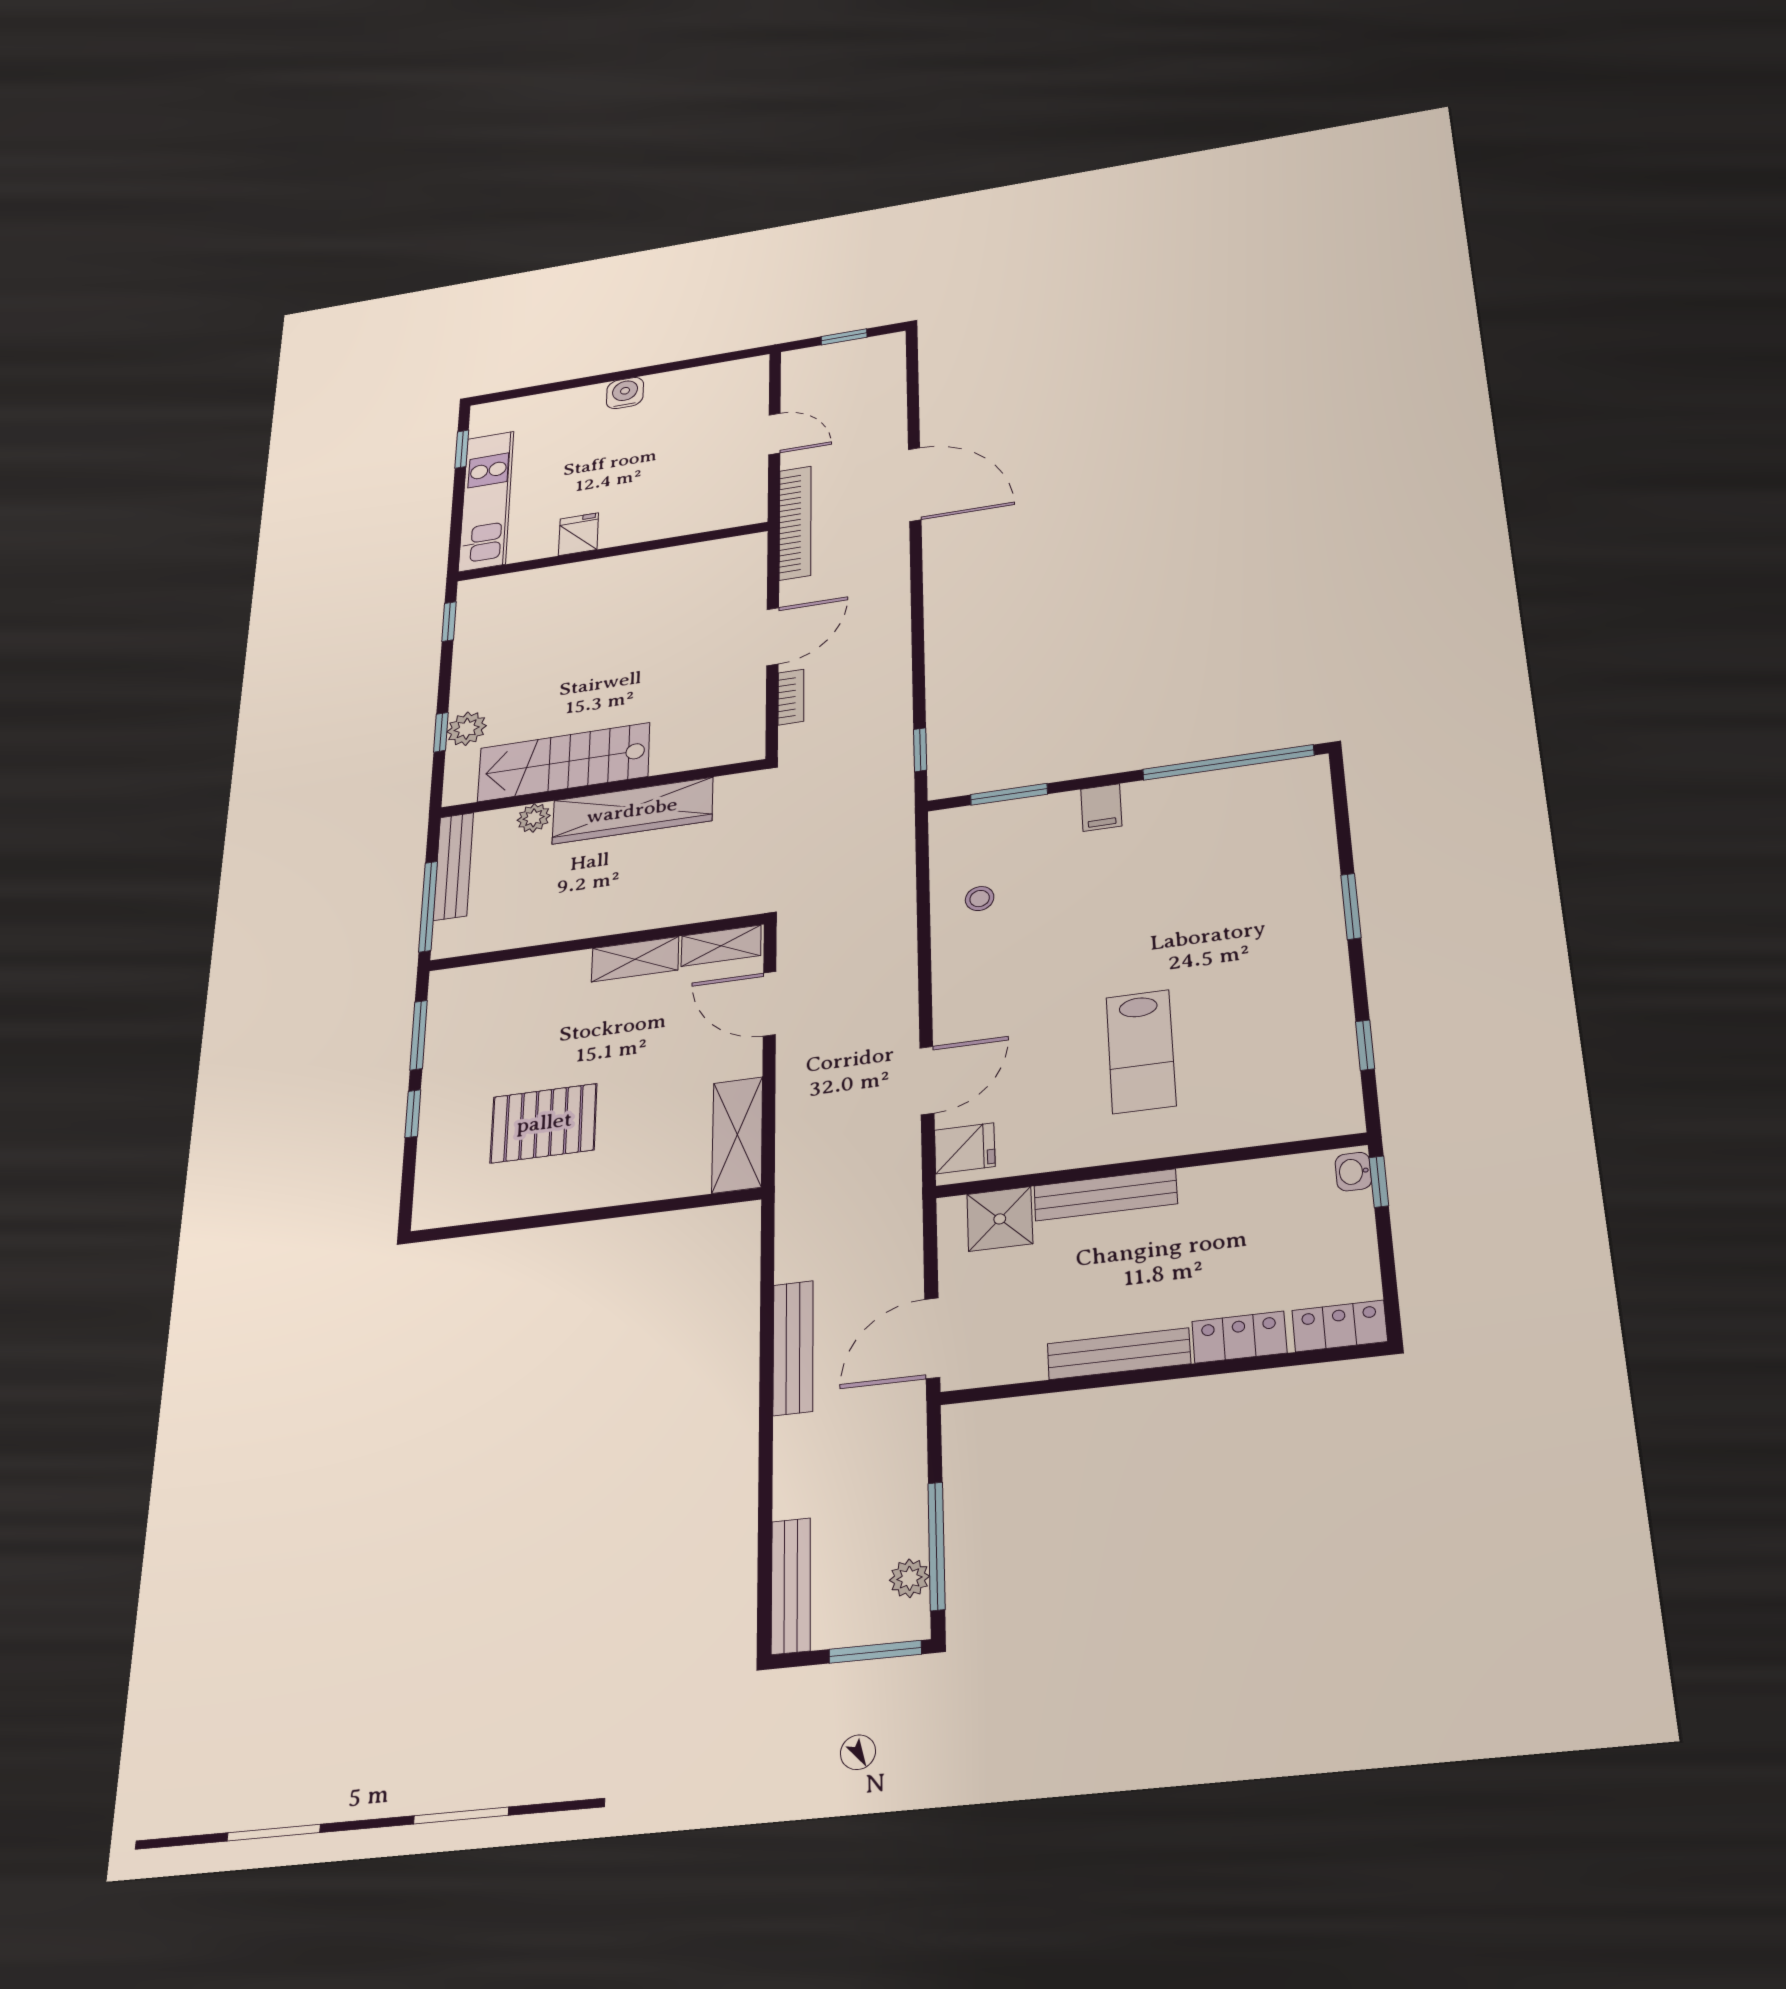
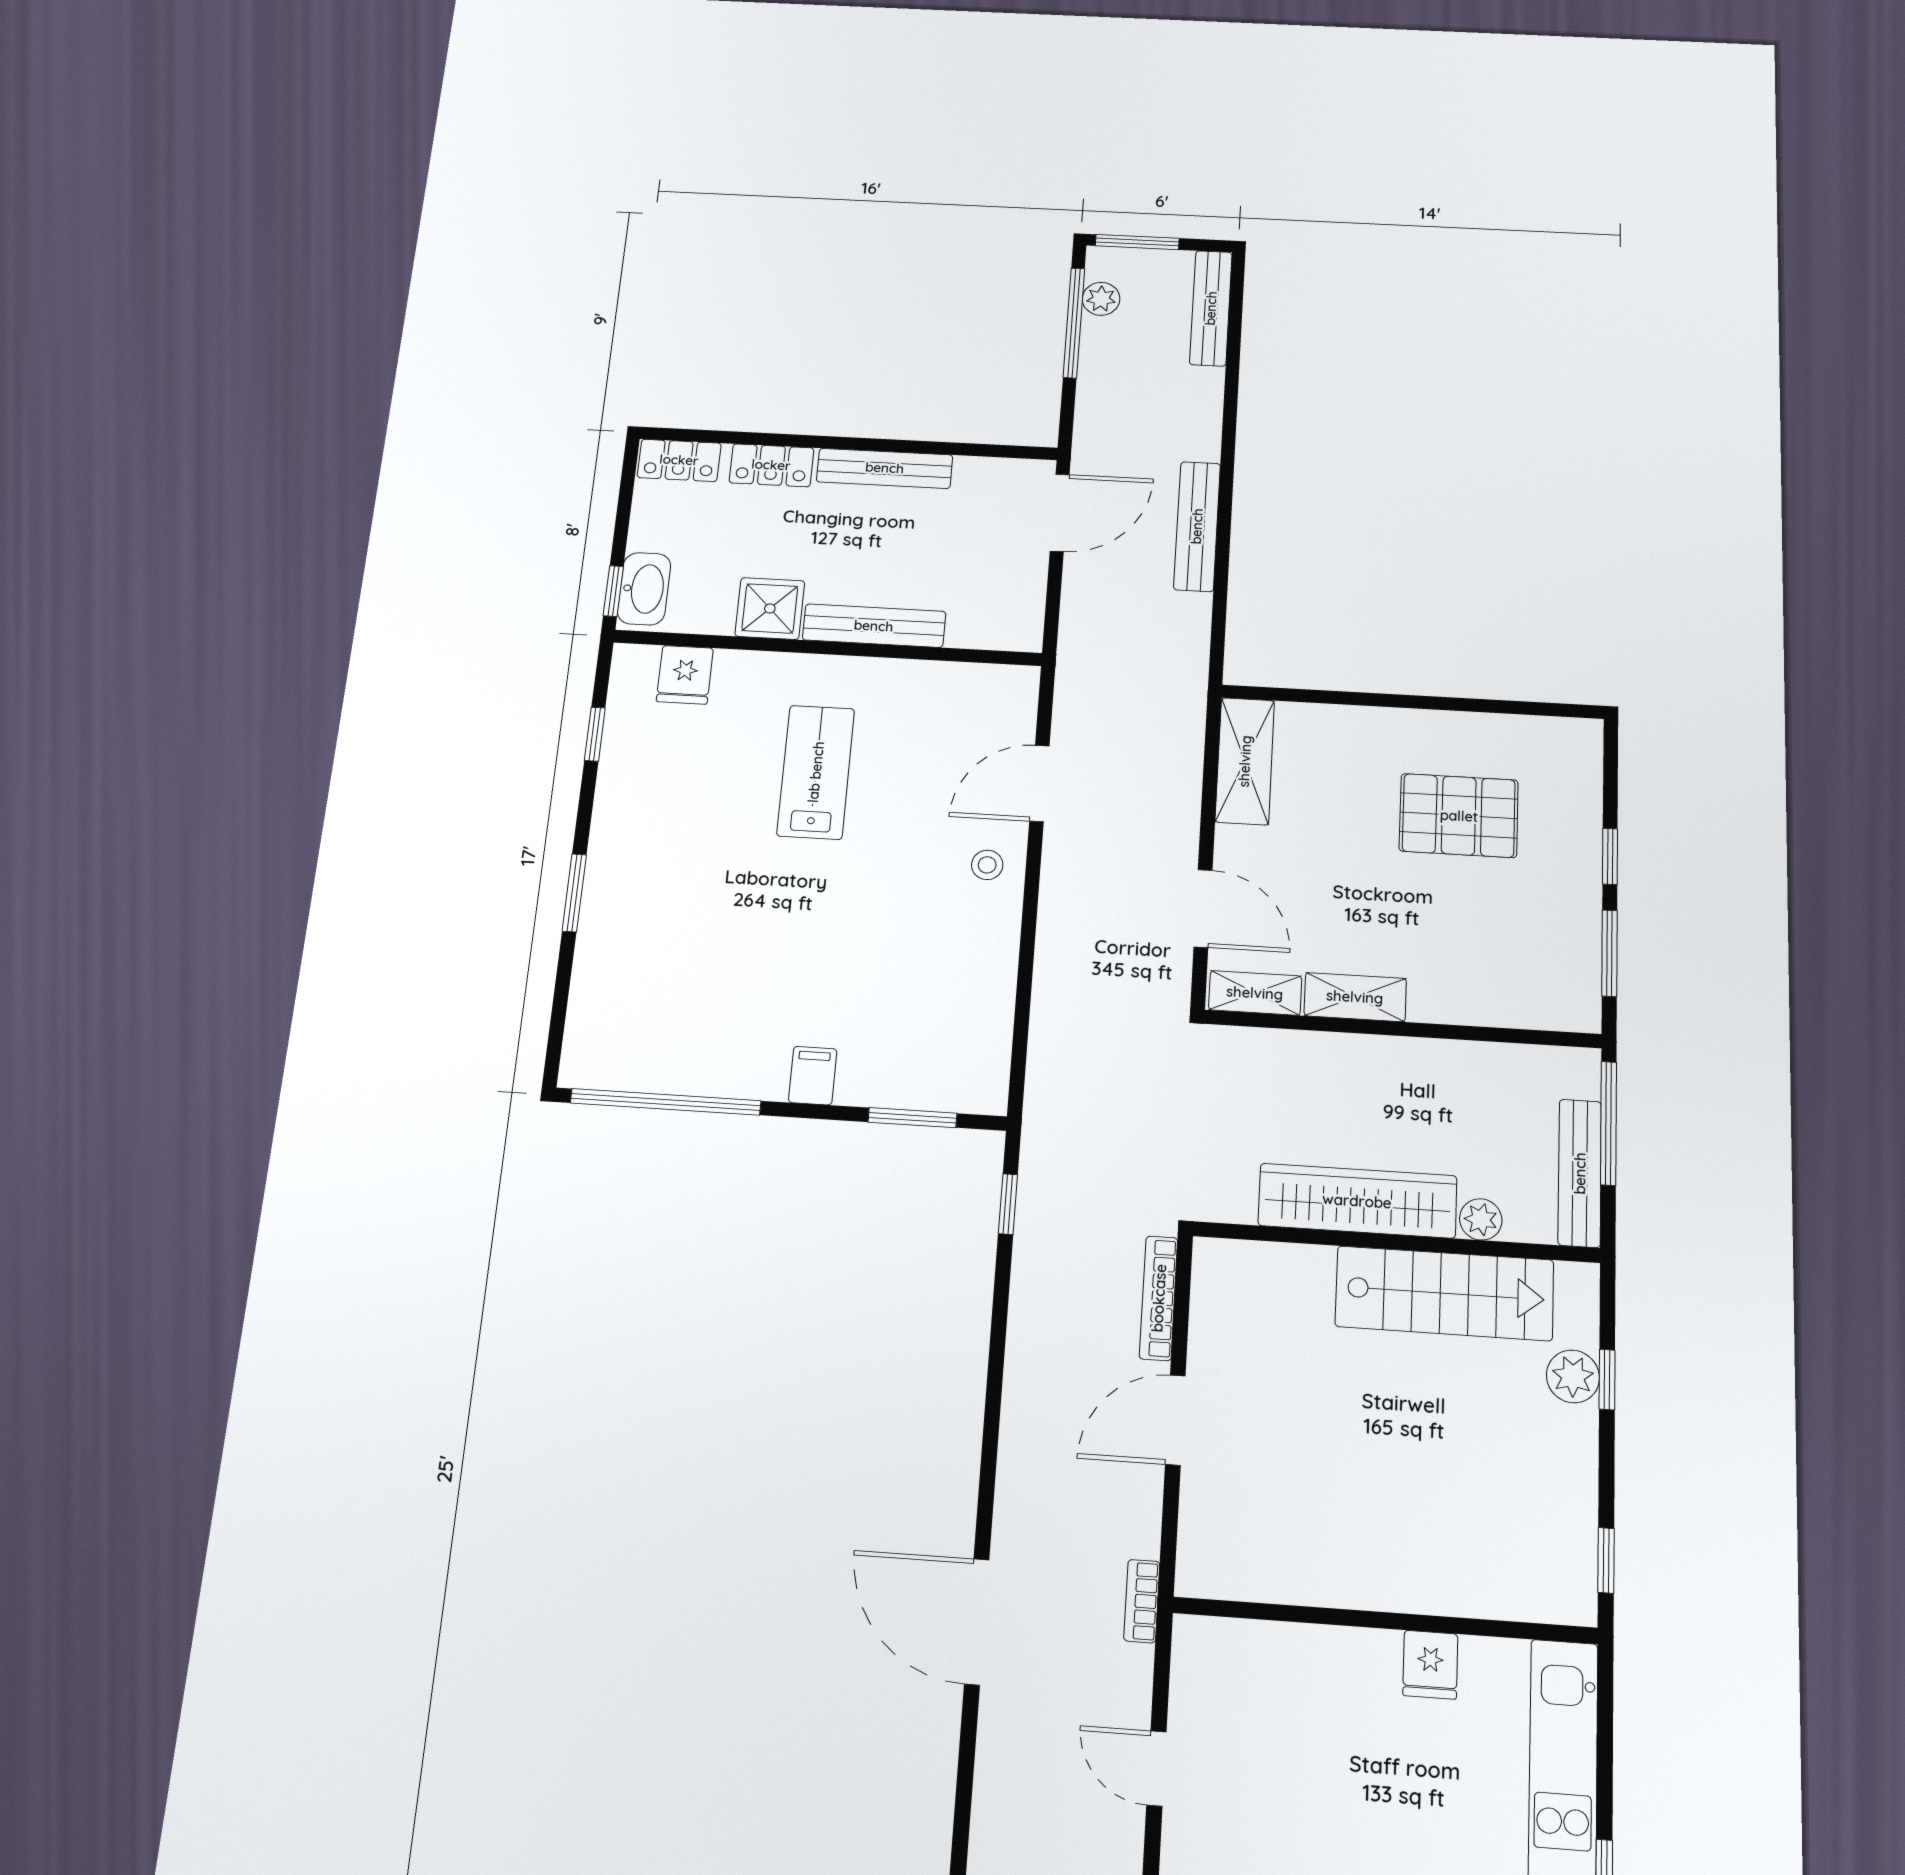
bookcase: (795, 523) -> (1142, 1601), width x0.43, depth x0.76
bookcase: (791, 697) -> (1159, 1298), width x1.56
stool: (980, 899) -> (987, 865), moved
fridge: (965, 1148) -> (685, 675), moved, turned -90
washbasin: (1353, 1172) -> (644, 589), width x1.91, depth x1.45
shower: (1000, 1219) -> (770, 608), moved

